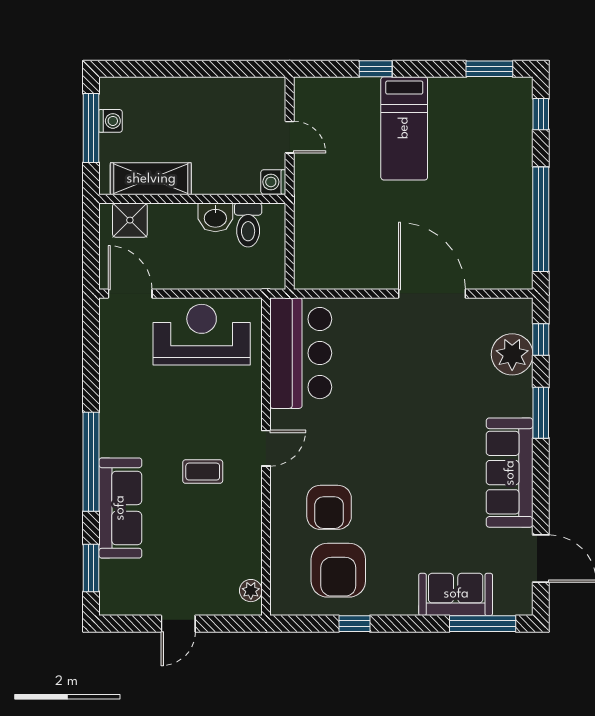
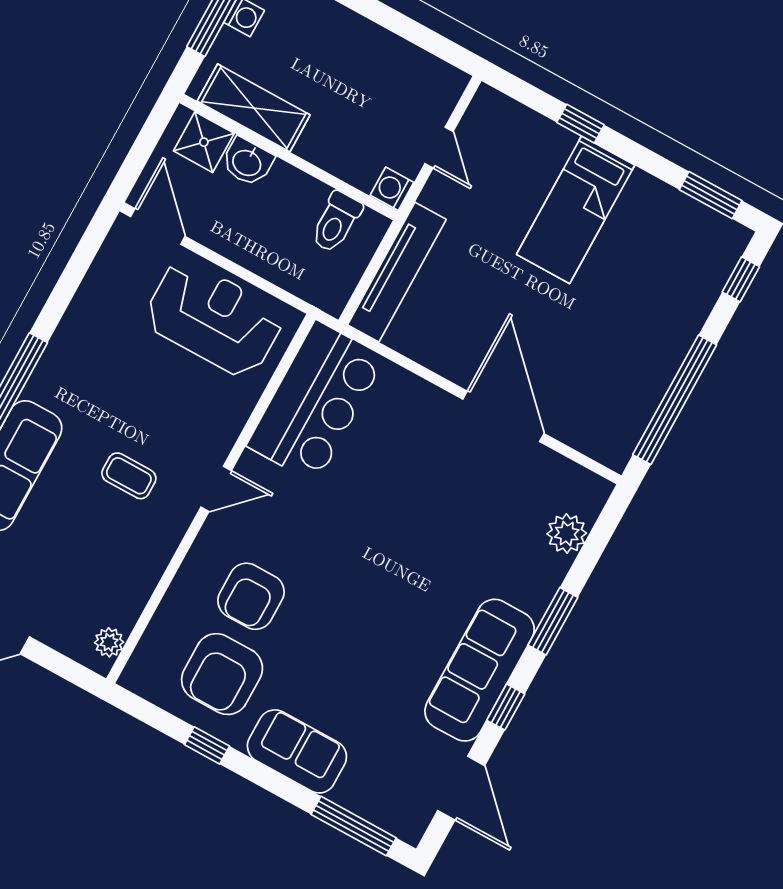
washbasin: (215, 217) -> (247, 162), moved
tv unit: (307, 236) -> (397, 272), added
window: (541, 340) -> (506, 707), moved
plant: (512, 354) -> (567, 533), width x0.73, depth x0.73
sofa: (456, 594) -> (297, 751), moved

